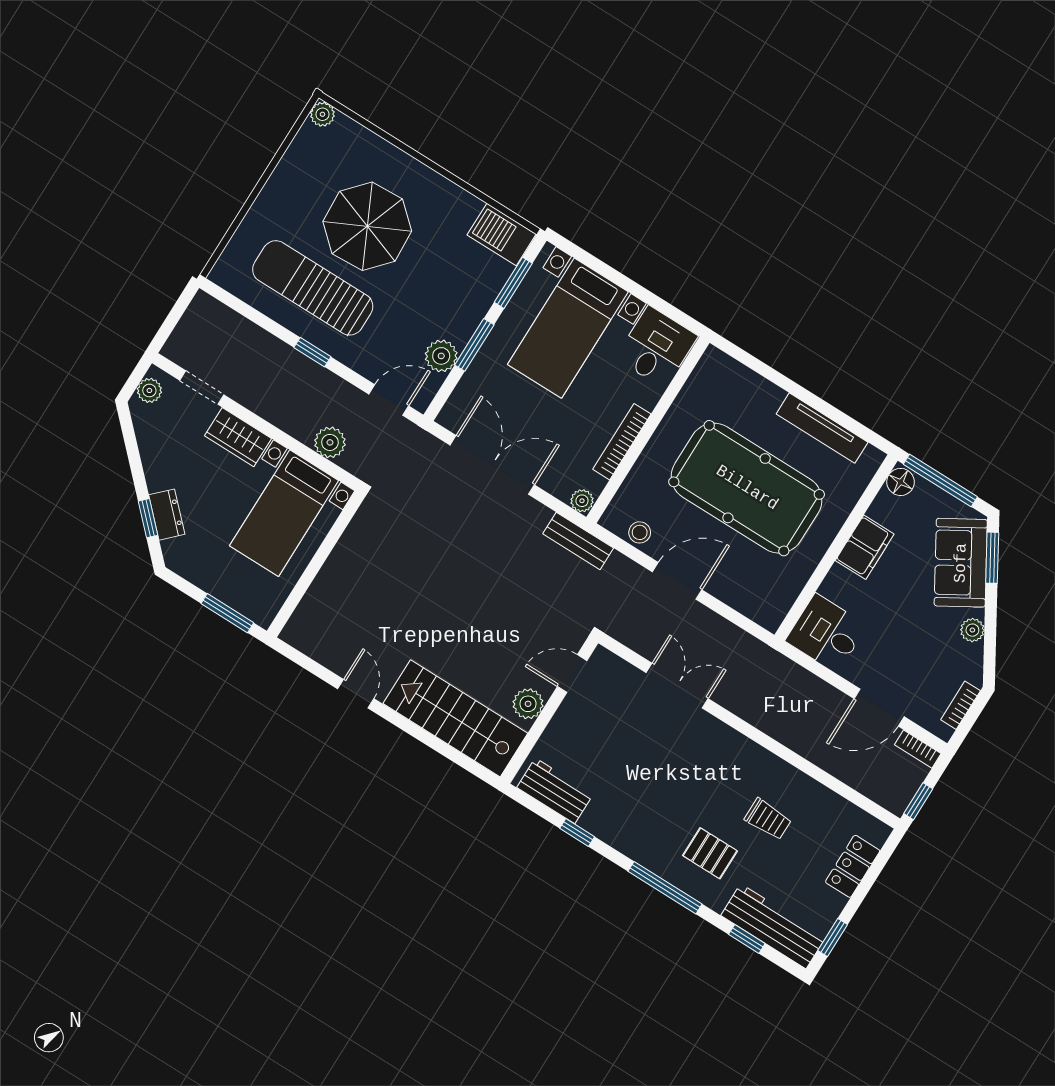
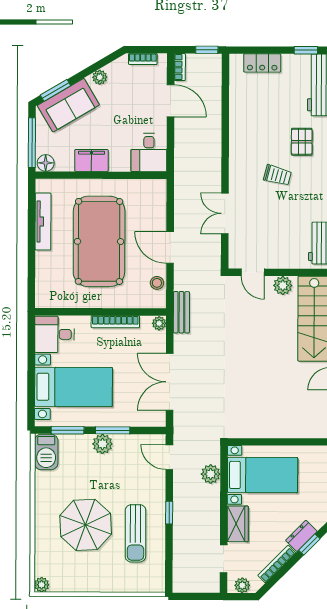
sun lounger: (313, 288) -> (135, 533), width x0.73, depth x0.75
plant: (441, 356) -> (102, 444), moved
bookcase: (149, 456) -> (277, 564), added
trolley: (768, 819) -> (277, 175), moved, turned 105

